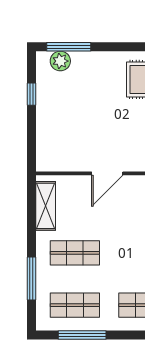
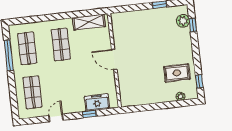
window: (69, 47) -> (193, 25), width x0.46
window: (31, 278) -> (41, 18), removed

